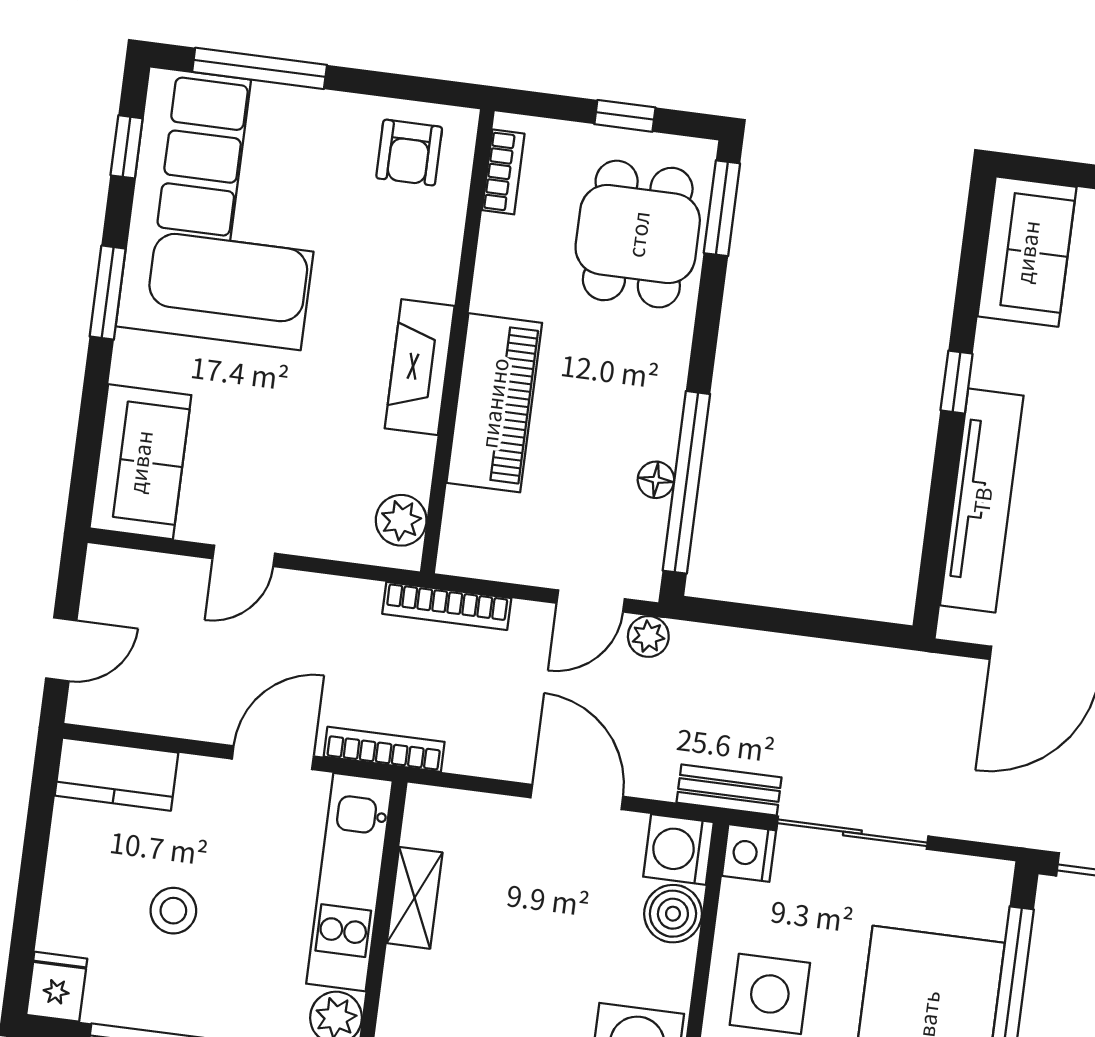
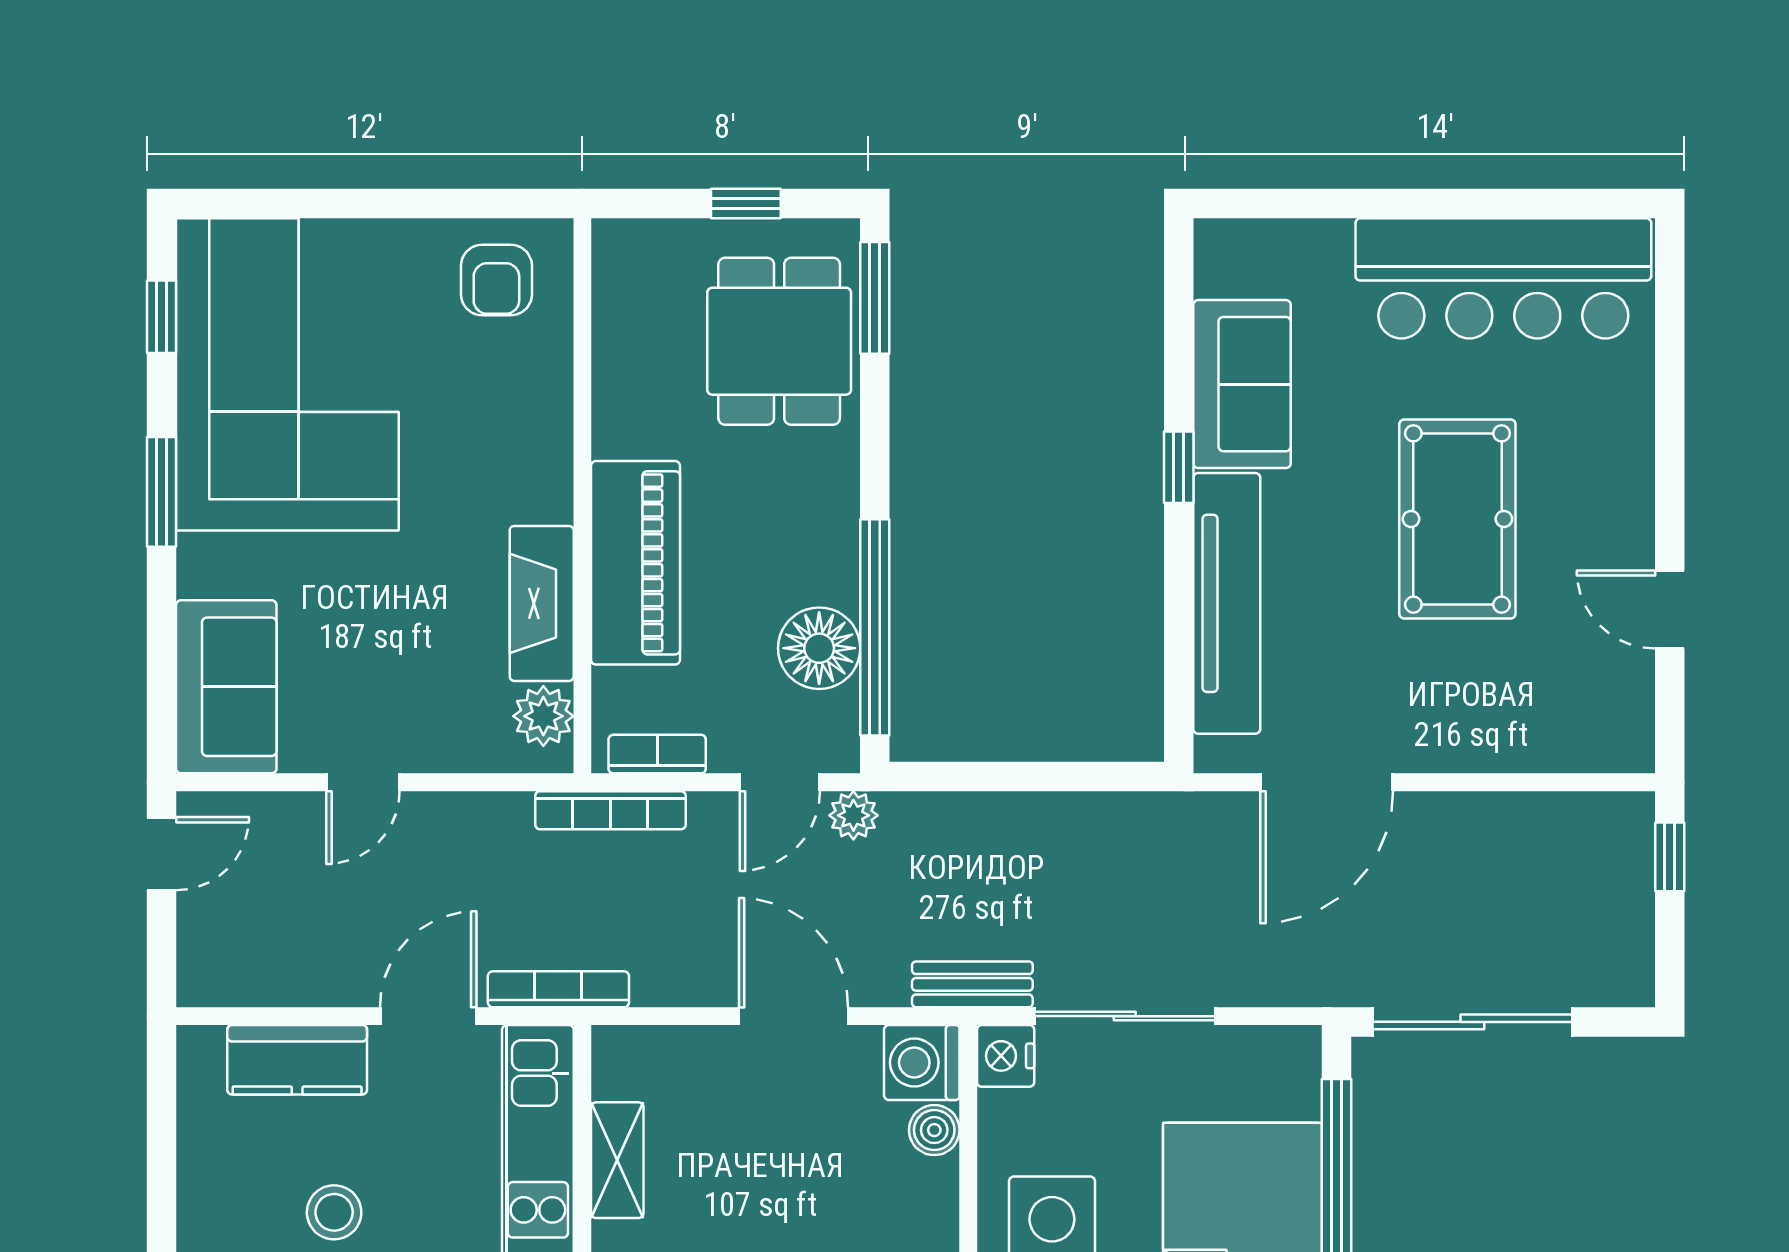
window: (260, 68) -> (307, 204), removed
bookcase: (503, 172) -> (657, 754), moved, turned -90
sofa: (1027, 252) -> (1242, 384), moved
fireplace: (420, 367) -> (542, 603), moved
floor lamp: (656, 480) -> (819, 648), width x1.89, depth x1.89
door: (61, 649) -> (162, 854), moved
kitchen counter: (117, 774) -> (297, 1060), moved
boiler: (673, 914) -> (934, 1130), width x0.73, depth x0.73

